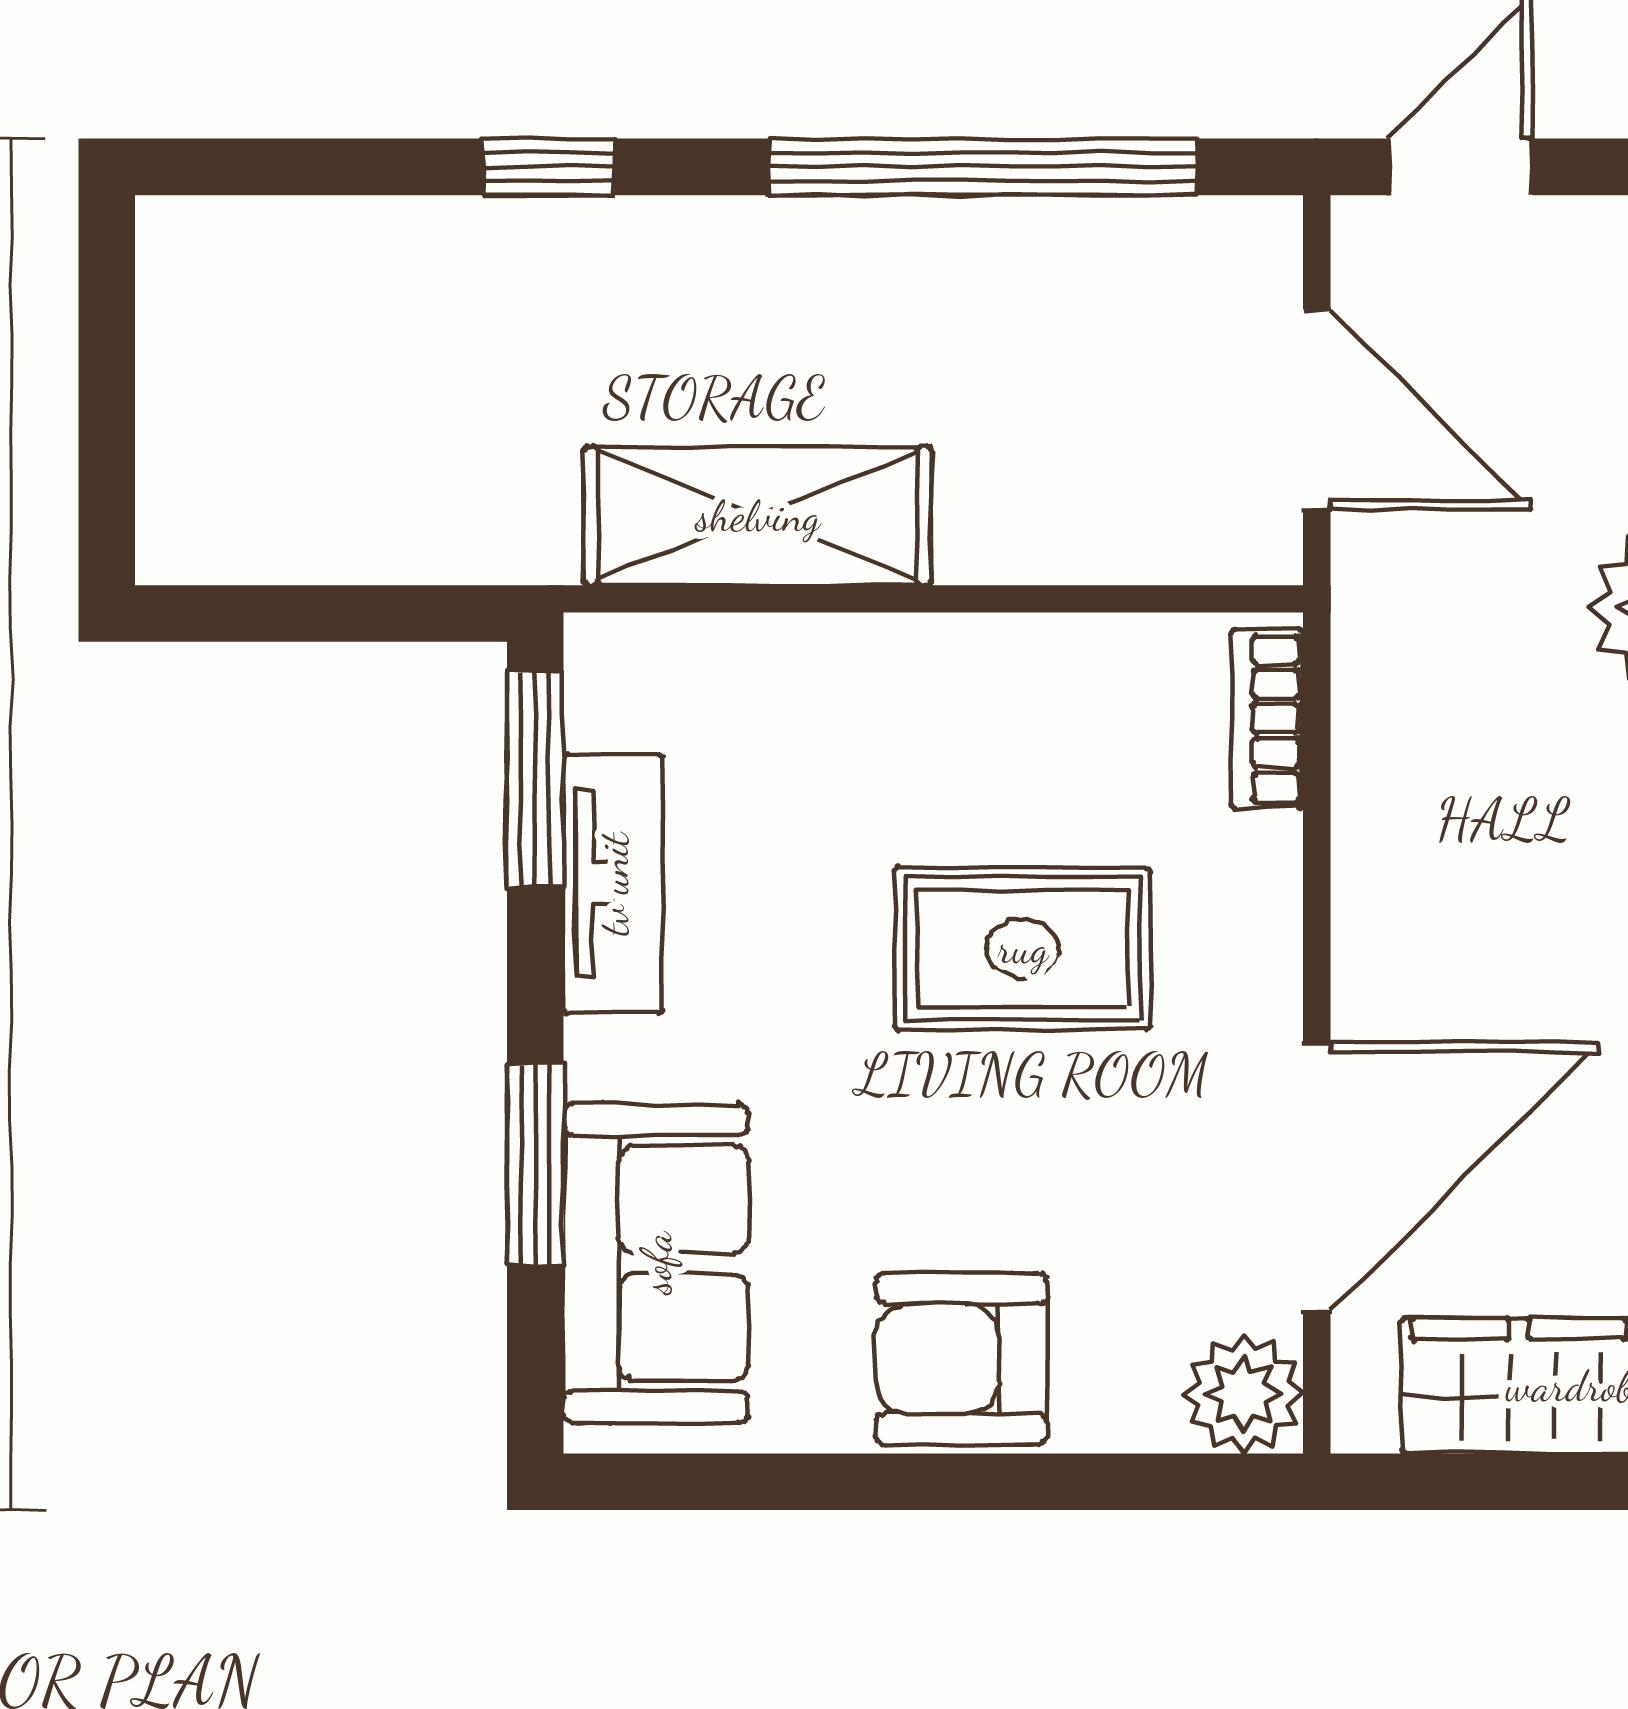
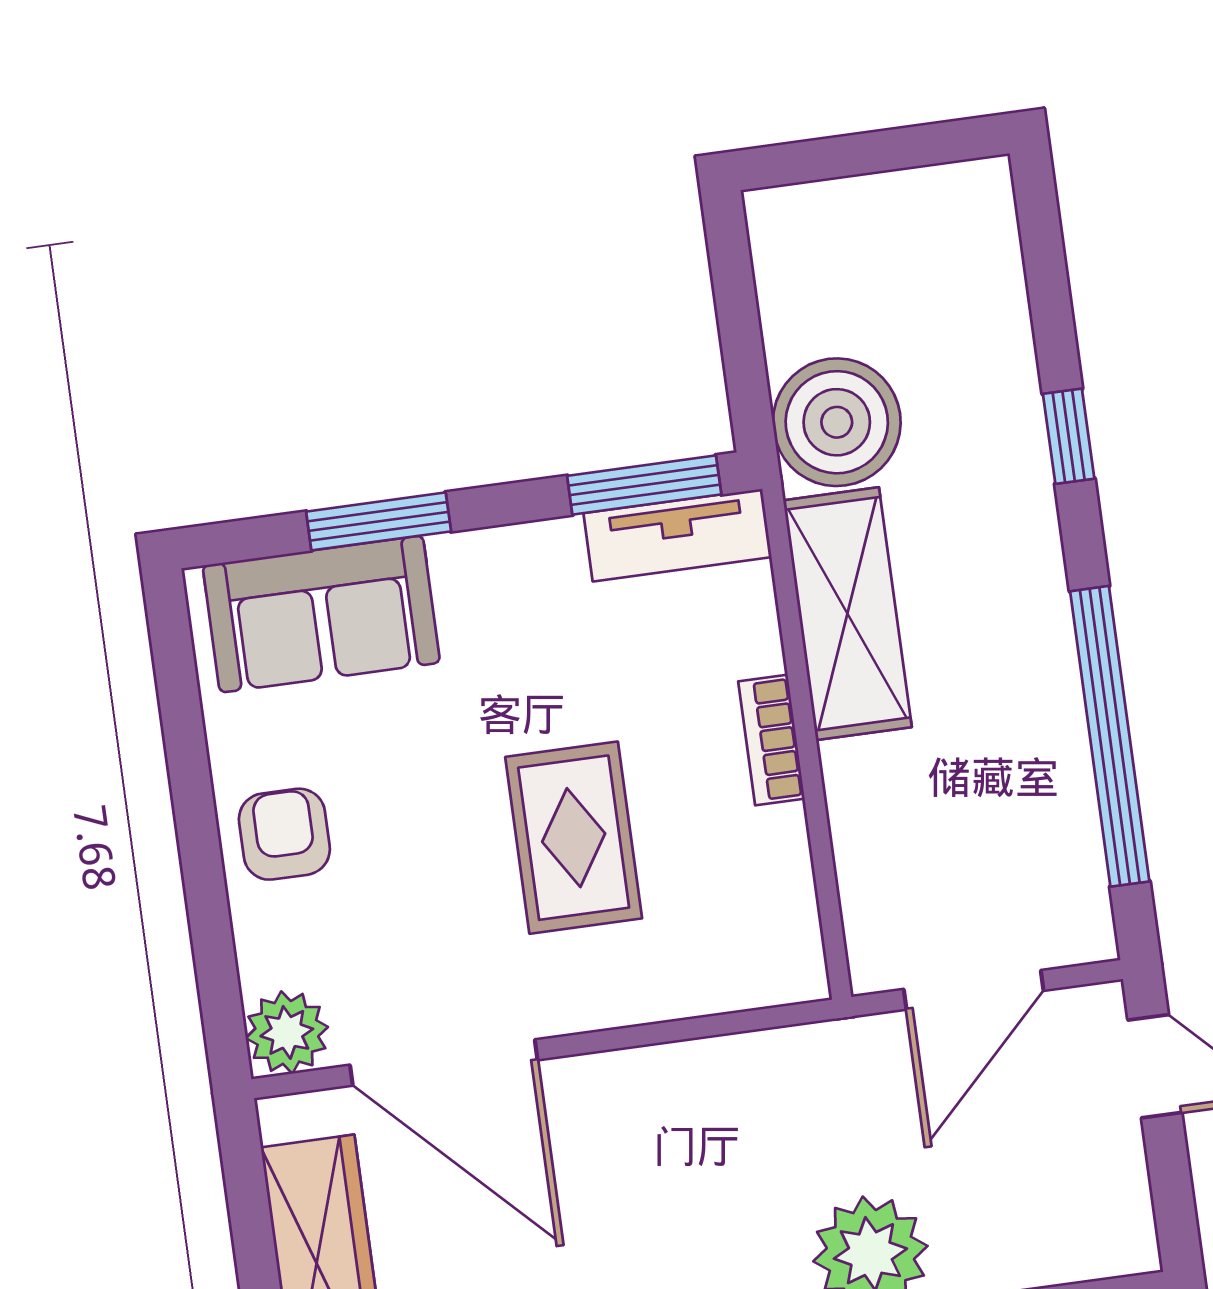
boiler: (483, 494) -> (837, 422), added
bookcase: (1267, 719) -> (771, 740), moved, turned -90
tv unit: (613, 884) -> (678, 535), moved
armchair: (961, 1359) -> (284, 834), width x0.72, depth x0.72

